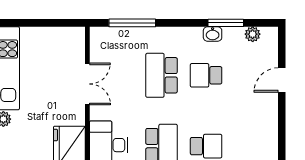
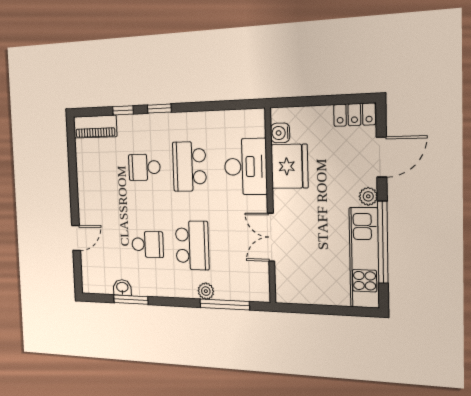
washbasin: (213, 34) -> (122, 288), moved
plant: (253, 34) -> (206, 291), moved

